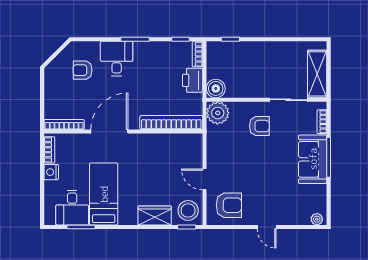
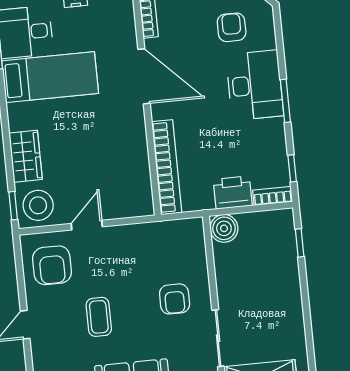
desk: (117, 59) -> (255, 85), width x1.37
plant: (218, 113) -> (188, 235), removed
coffee table: (266, 178) -> (99, 317), added

